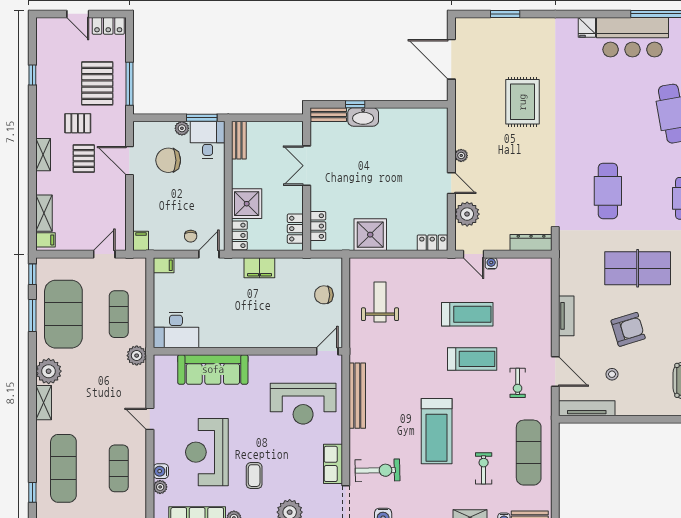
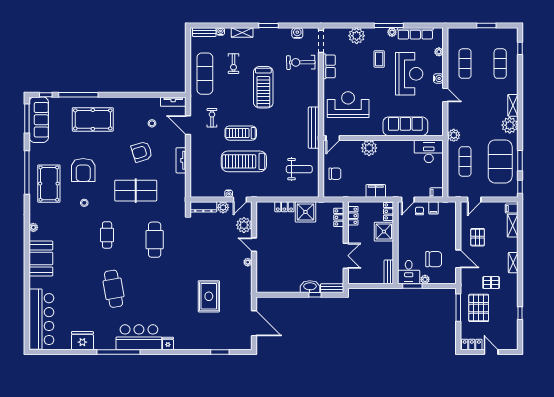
pallet: (84, 158) -> (478, 237), moved
filing cabinet: (141, 241) -> (433, 208), moved
plant: (500, 242) -> (223, 207), added
locker: (432, 243) -> (284, 207), moved
door: (474, 254) -> (240, 200), swing flipped
weight bench: (380, 302) -> (299, 169), turned -90
treadmill: (467, 314) -> (244, 161), width x1.37, depth x1.38
plant: (270, 335) -> (369, 148), added
bench: (357, 396) -> (314, 128), moved
tv unit: (587, 408) -> (173, 102), width x0.71
treadmill: (437, 431) -> (263, 87), turned 180
exercise mat: (63, 468) -> (500, 64), width x0.73, depth x0.69
water cooler: (161, 471) -> (438, 78), moved

